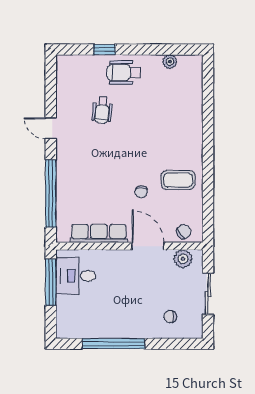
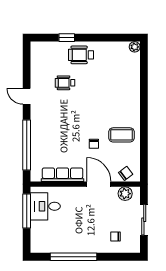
plant: (170, 62) -> (135, 47), moved
wheelchair: (102, 110) -> (65, 83), turned 85

